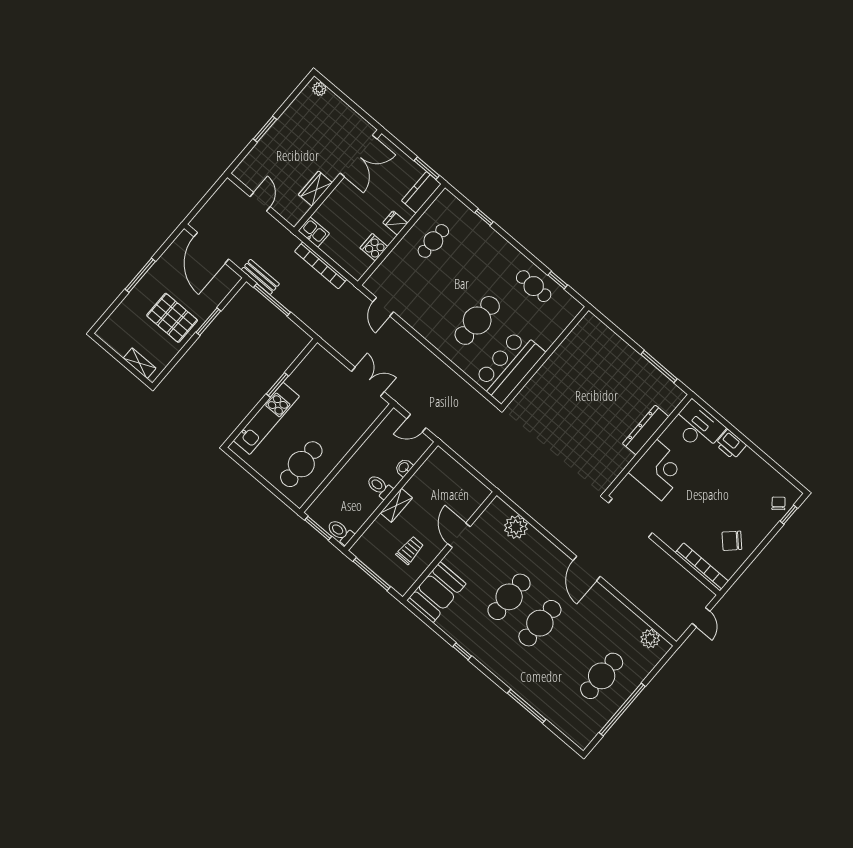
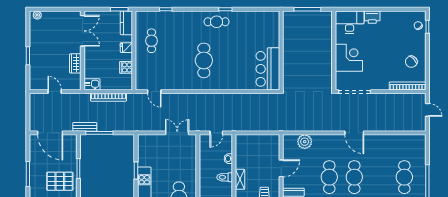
wall: (545, 357) -> (281, 50), moved
bar counter: (509, 366) -> (268, 69), moved
dresser: (646, 430) -> (327, 44), removed
door: (459, 535) -> (281, 168), swing flipped
plant: (650, 639) -> (412, 140), removed

